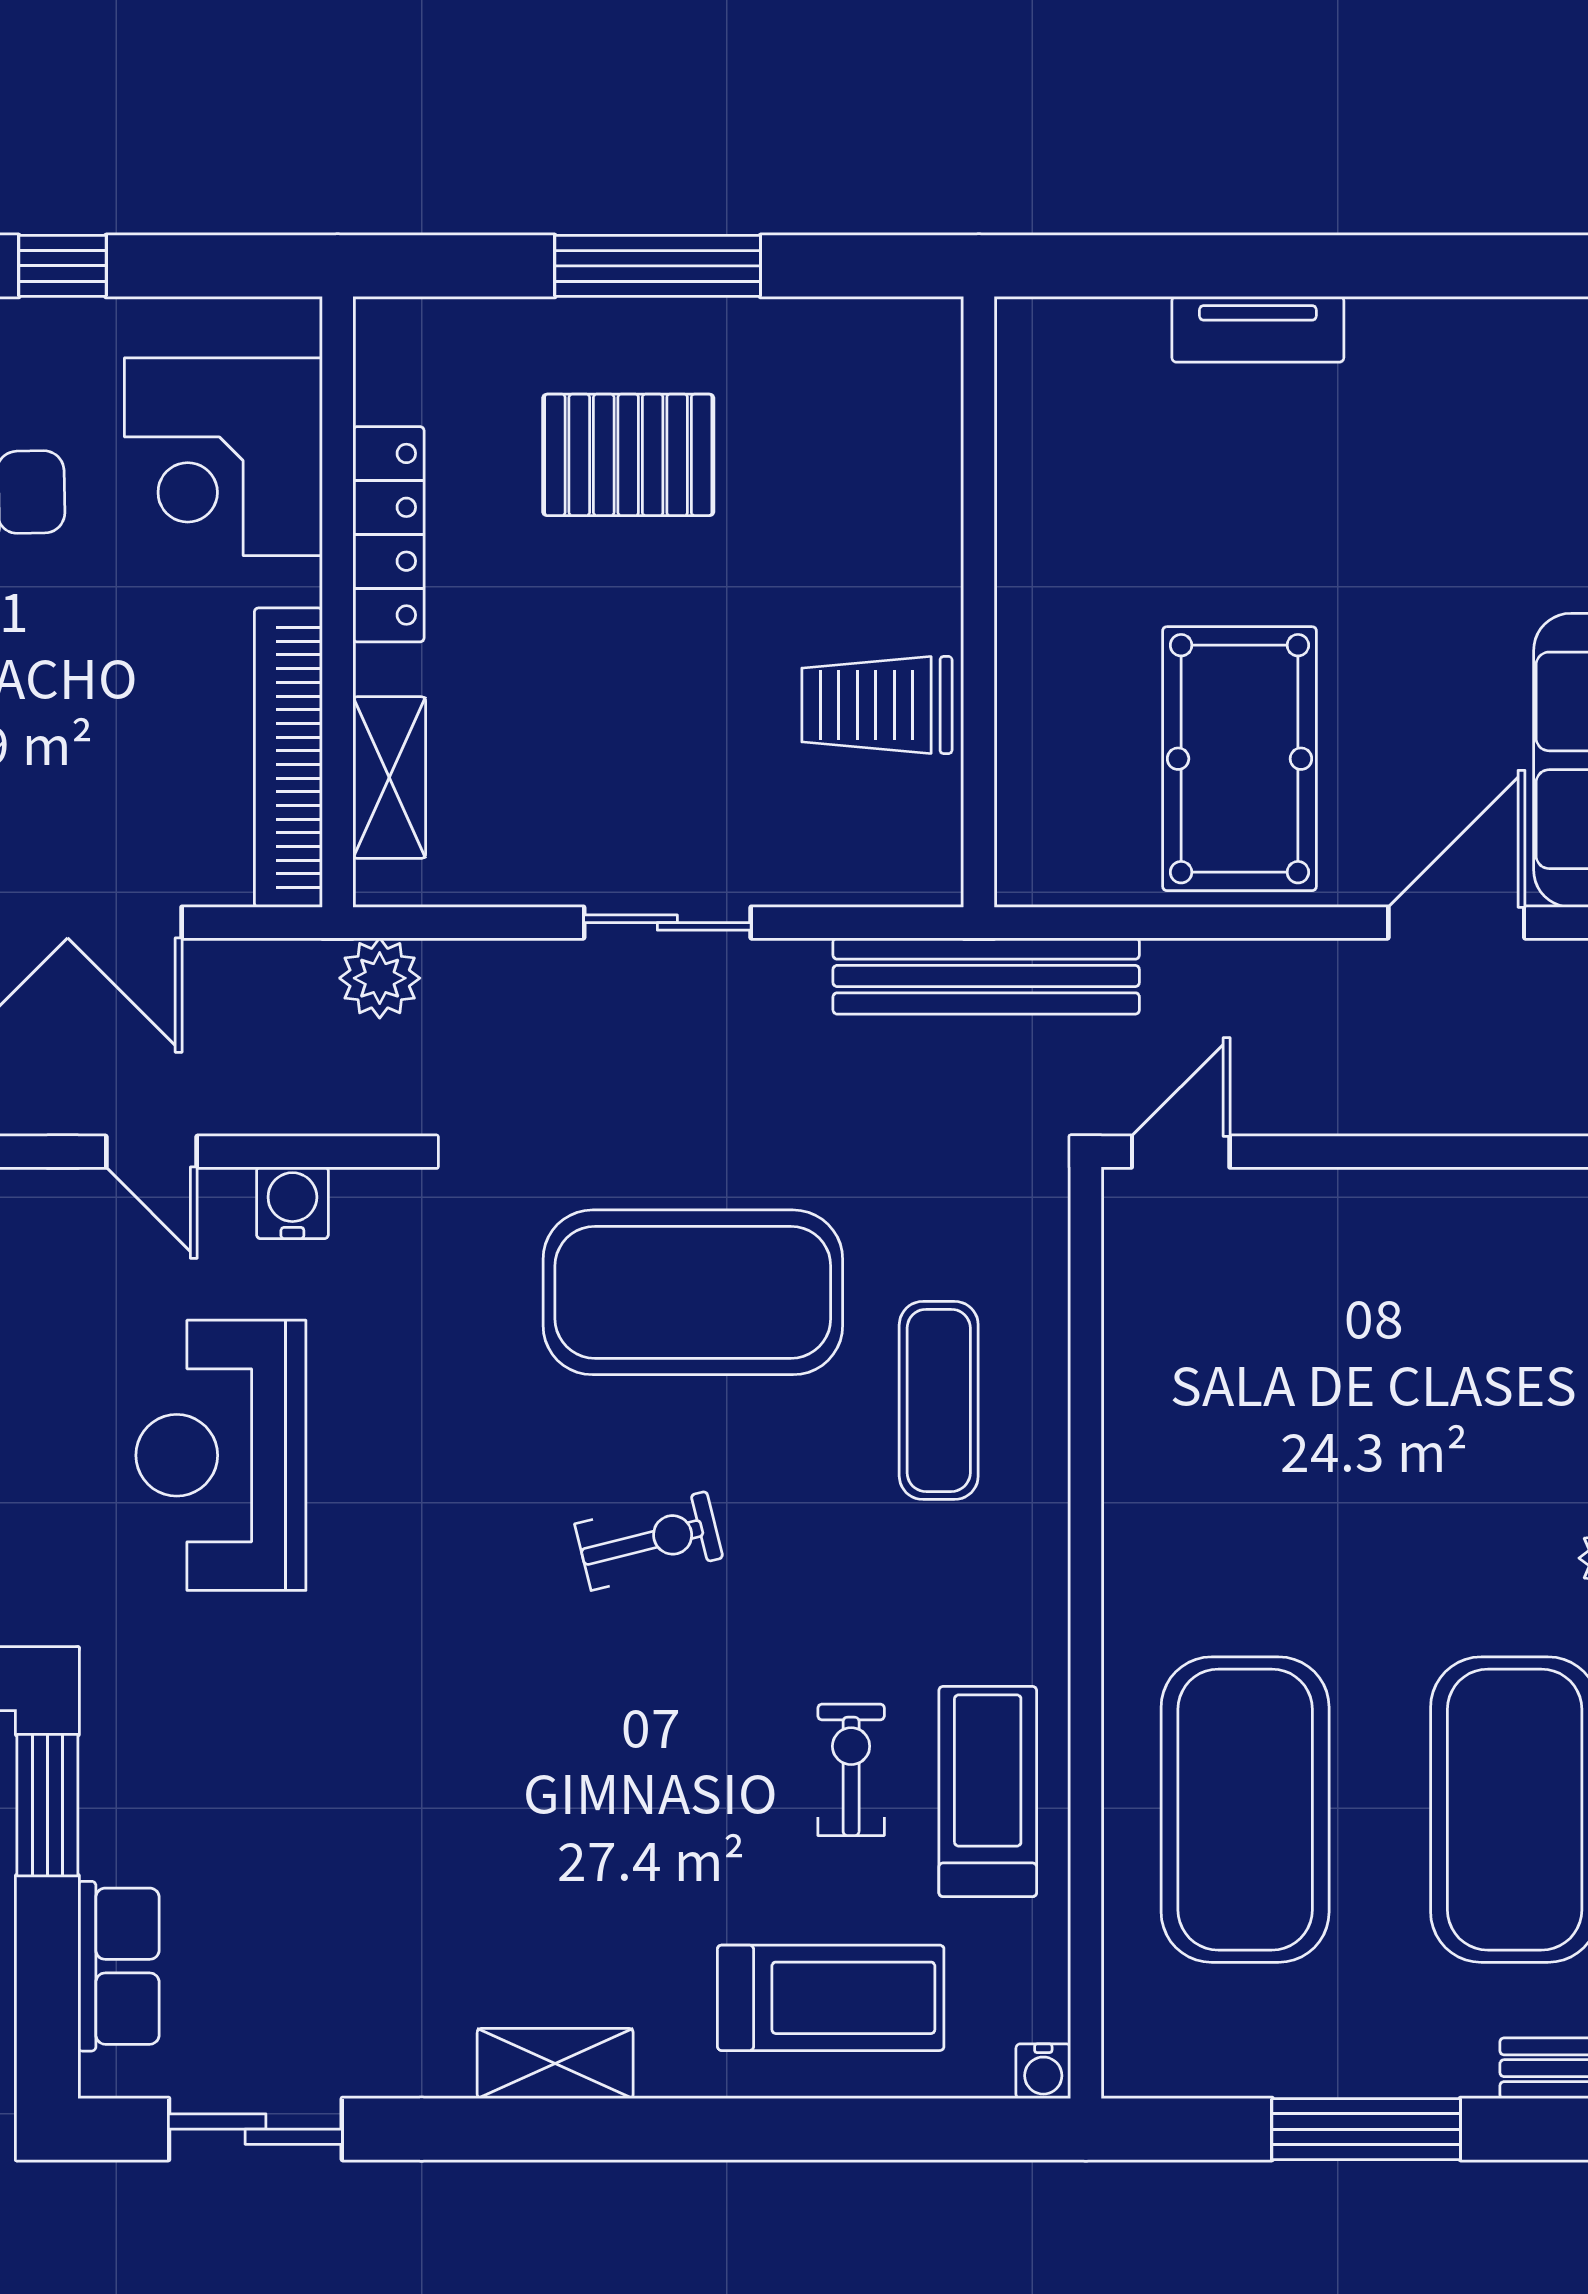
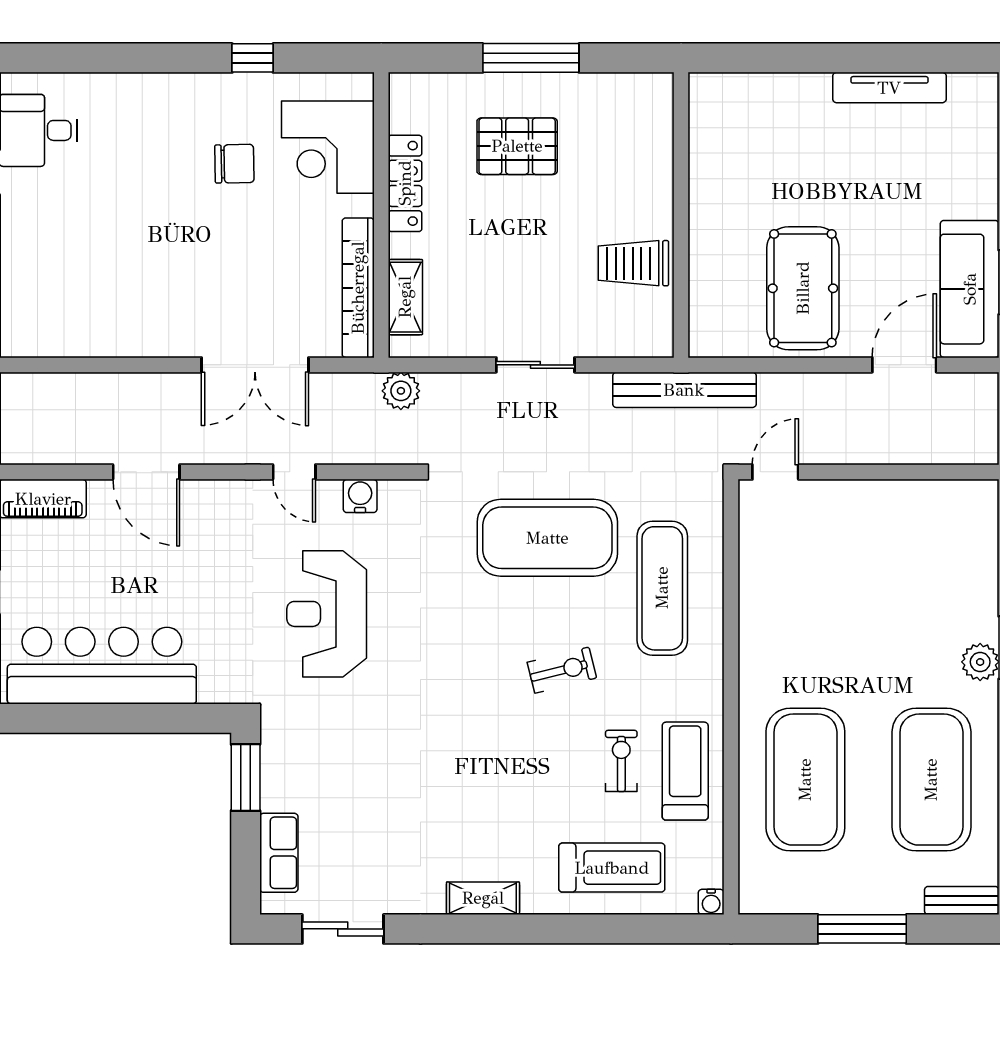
tv unit: (1258, 329) -> (889, 88), moved, width x1.41
exercise mat: (939, 1400) -> (662, 588), width x1.36, depth x1.45
exercise bike: (649, 1541) -> (562, 670), moved

